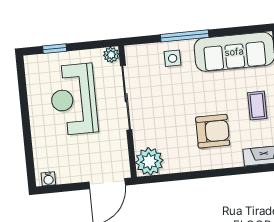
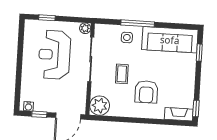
coffee table: (257, 106) -> (122, 74), moved
armchair: (213, 131) -> (146, 92), turned 90
window: (66, 188) -> (39, 114), added

